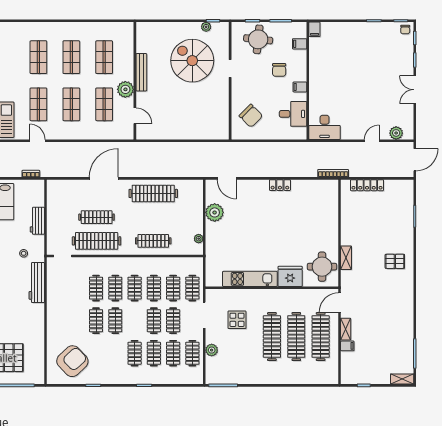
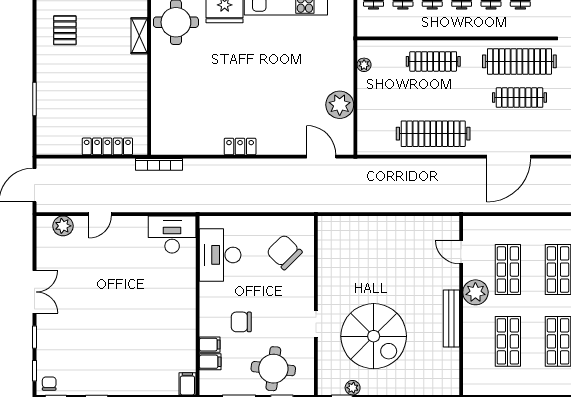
chair: (279, 70) -> (241, 322), turned -90
filing cabinet: (300, 87) -> (210, 345), moved
desk: (293, 114) -> (220, 255), width x1.37
pallet: (395, 261) -> (65, 30), turned 90

